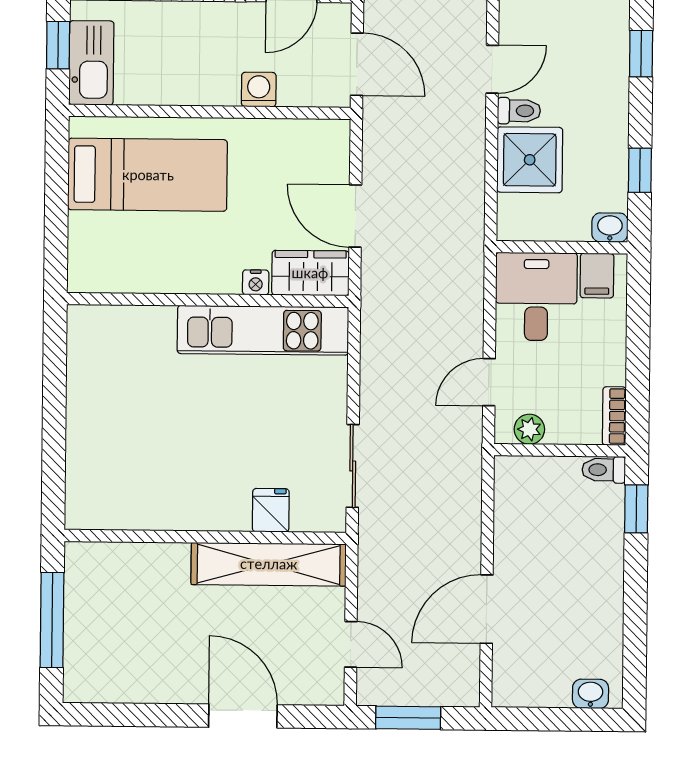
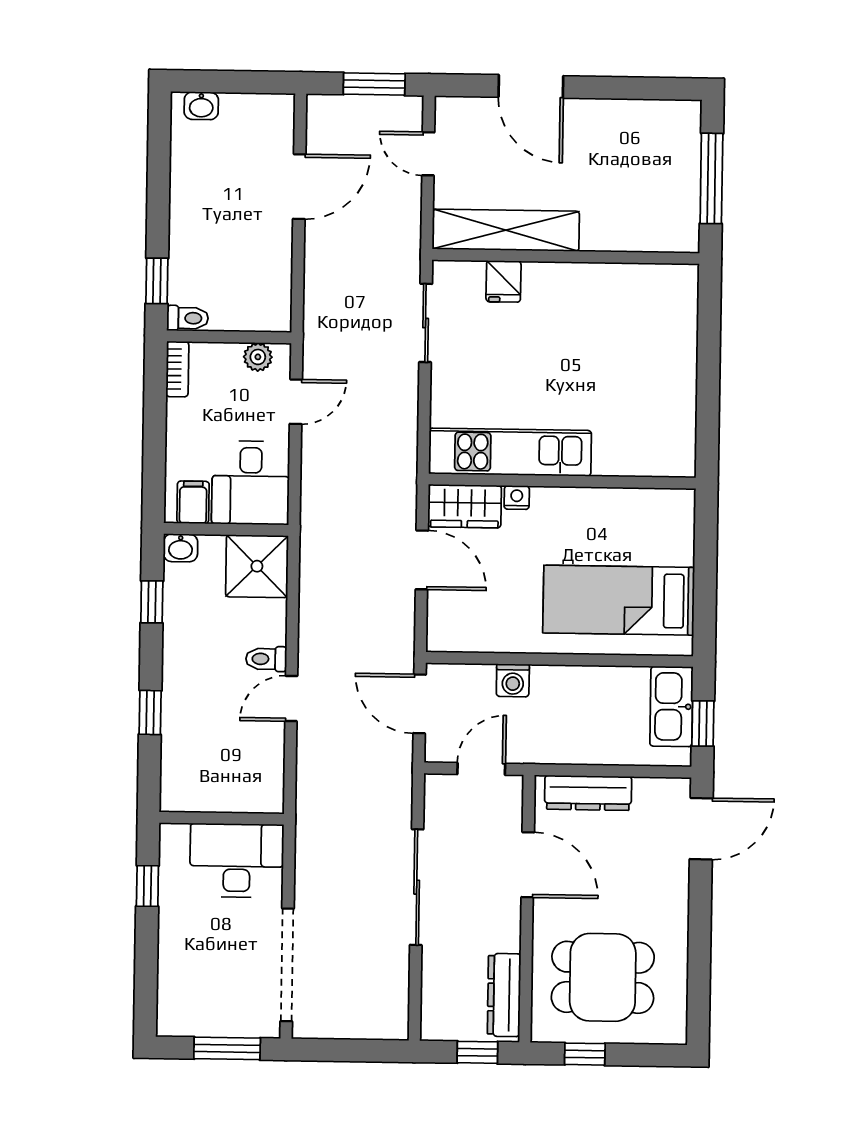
shower: (530, 160) -> (257, 566), moved

